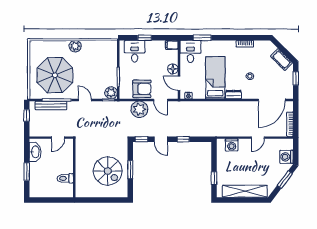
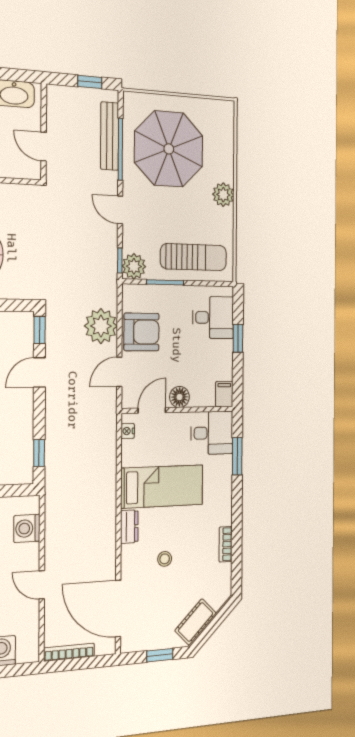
sun lounger: (106, 62) -> (194, 257), added
armchair: (142, 89) -> (141, 332), turned -90
door: (85, 100) -> (120, 210), swing flipped
window: (183, 139) -> (39, 453), moved

